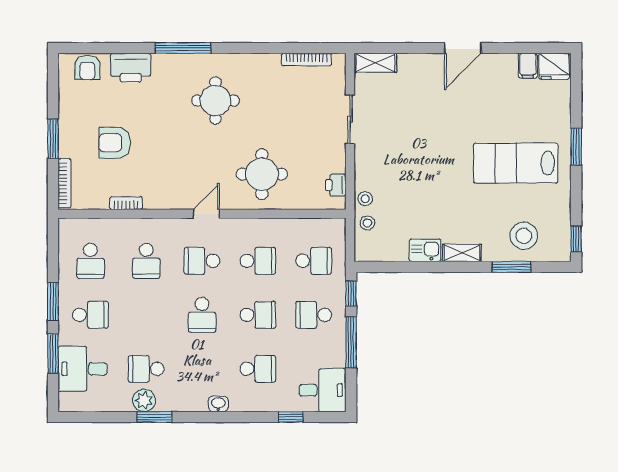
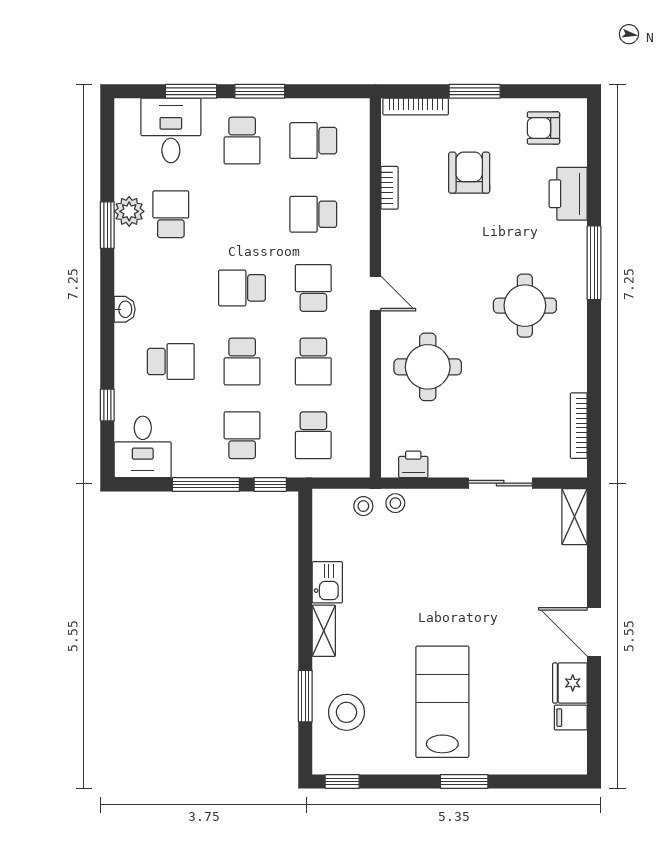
fridge: (554, 66) -> (570, 683), moved
armchair: (87, 68) -> (543, 128), moved
school desk: (258, 369) -> (171, 362), turned -90

